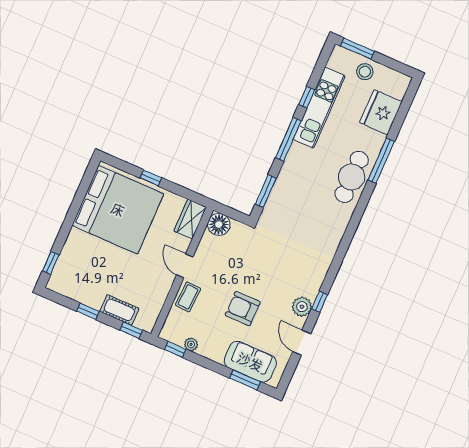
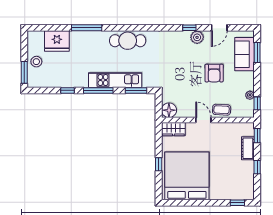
kitchen unit: (319, 108) -> (115, 80), moved
cafe table: (352, 177) -> (128, 41), moved
door: (185, 266) -> (203, 120), swing flipped

